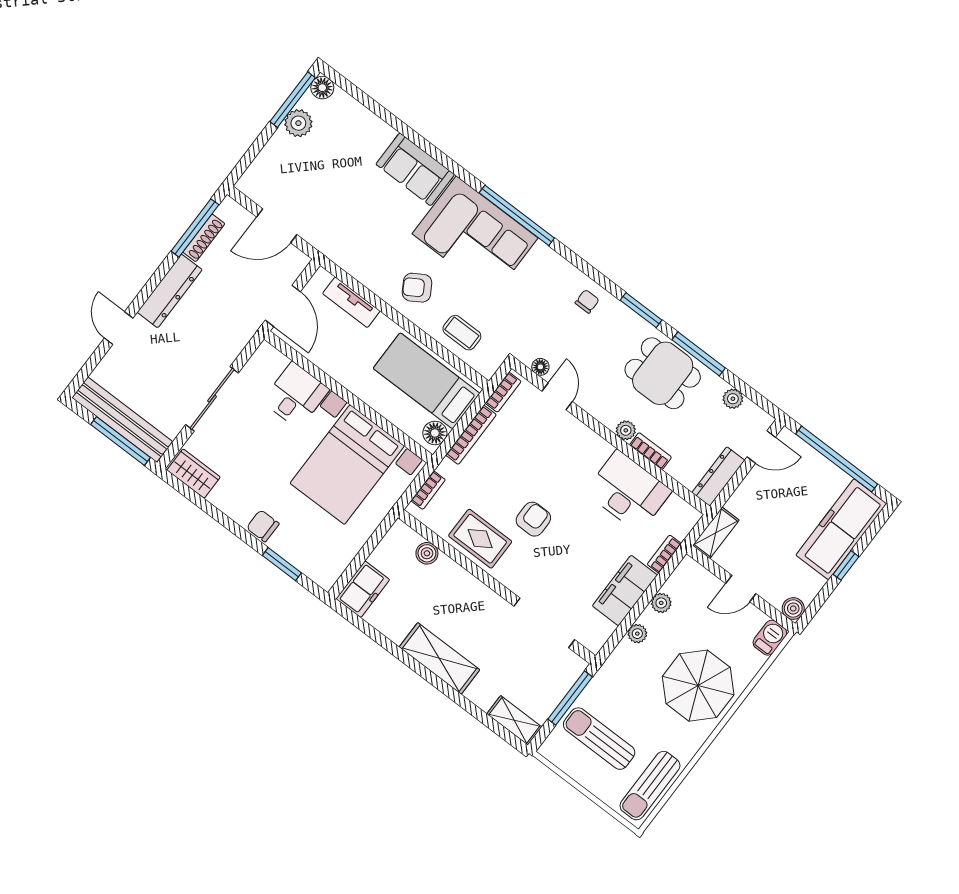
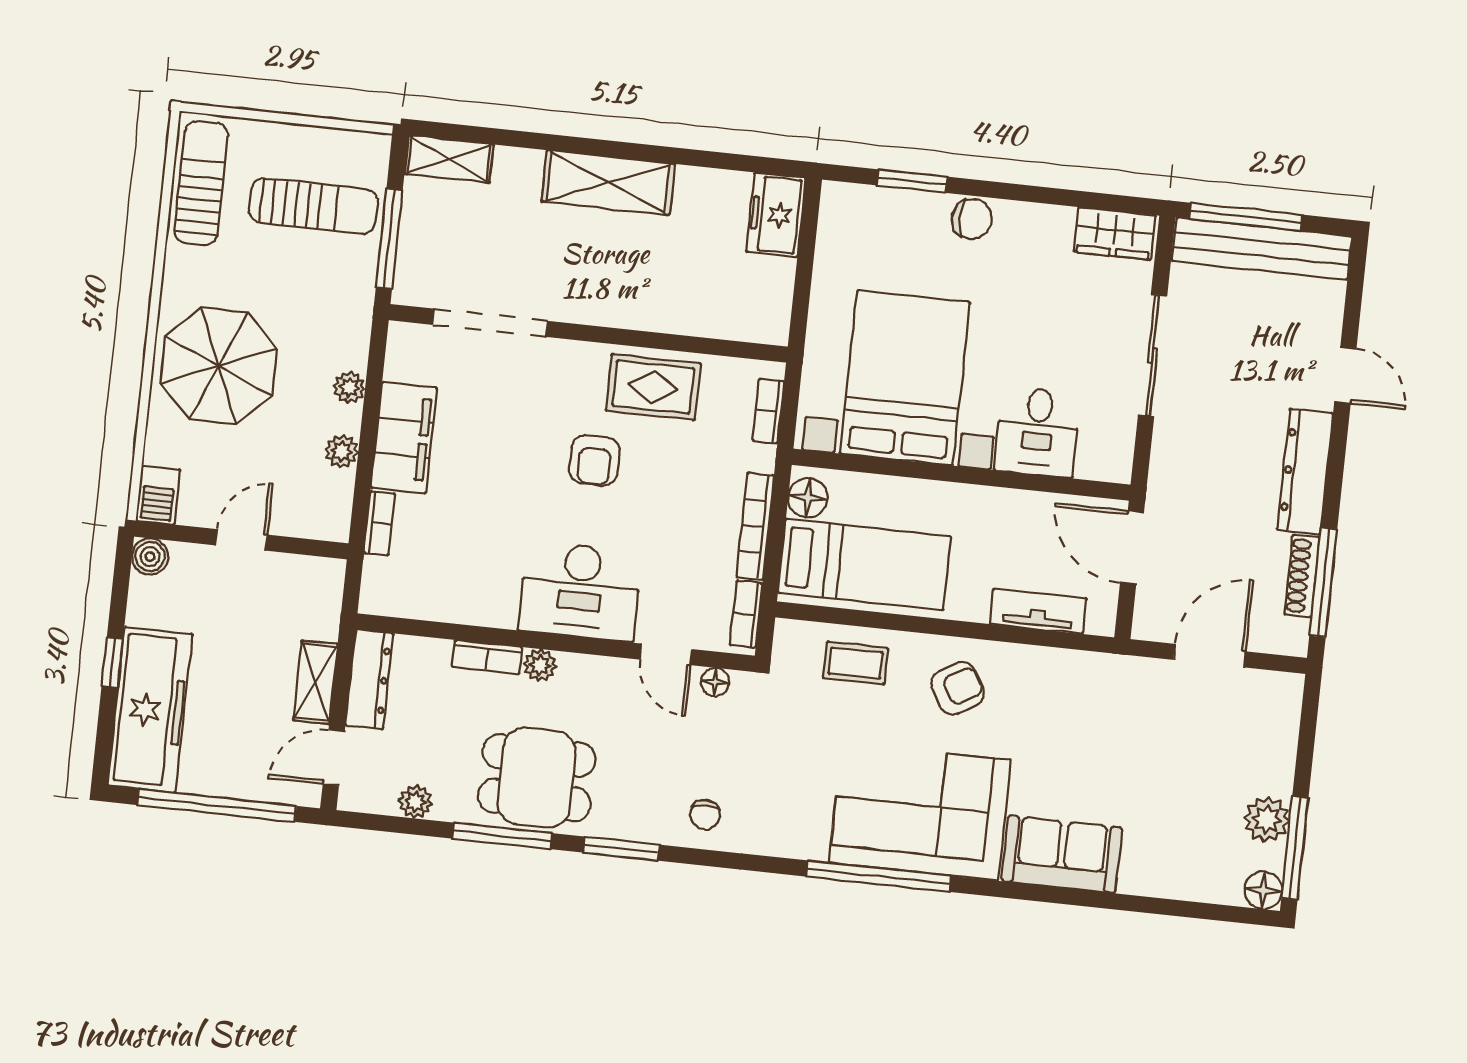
desk: (628, 491) -> (580, 591), moved
shelving: (716, 533) -> (315, 682), moved
boiler: (427, 553) -> (716, 321), removed

